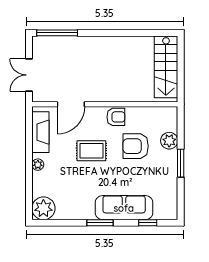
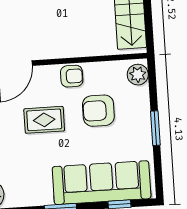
plant: (169, 141) -> (138, 75), moved
sofa: (124, 208) -> (102, 183), width x1.36, depth x1.27

